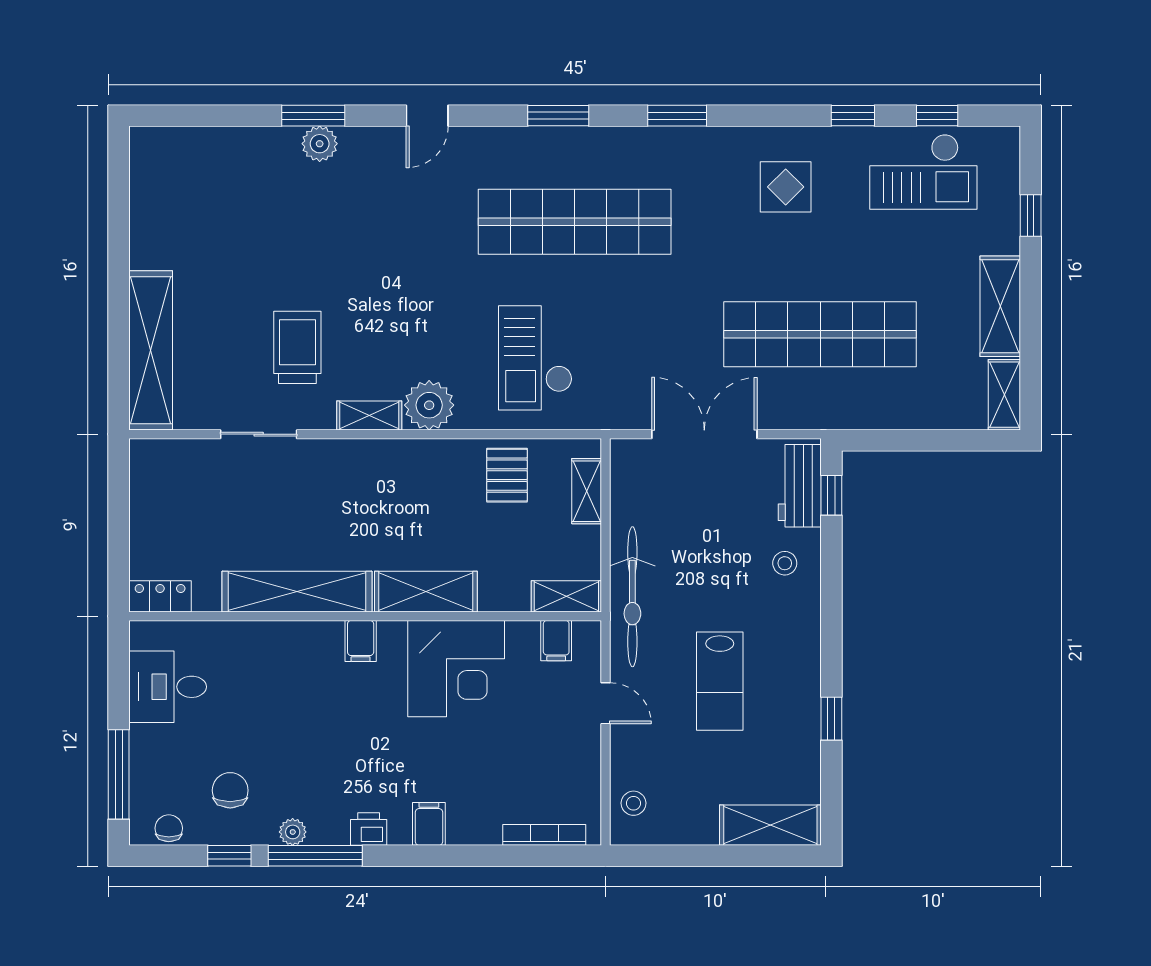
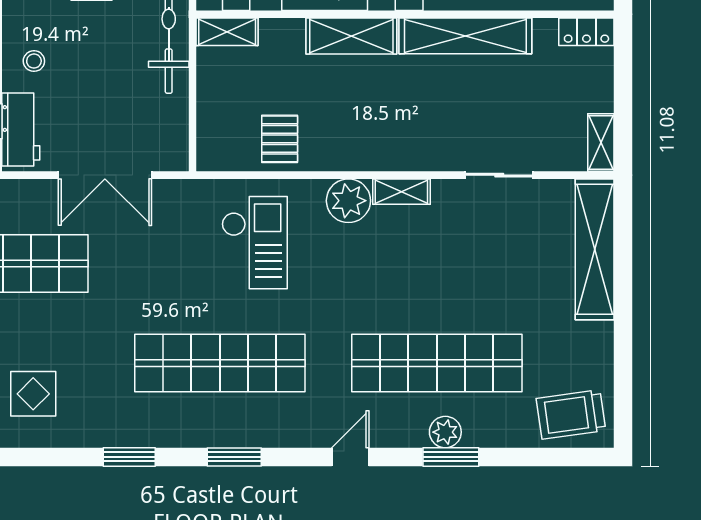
shop shelf: (329, 222) -> (437, 363), added
trolley: (297, 347) -> (571, 414), moved, turned 82
shelving: (587, 491) -> (601, 142), moved

